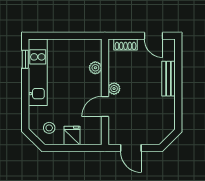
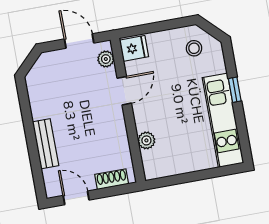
window: (25, 59) -> (235, 90), moved
plant: (114, 89) -> (106, 59), moved
fridge: (72, 136) -> (134, 48), moved, turned -90

